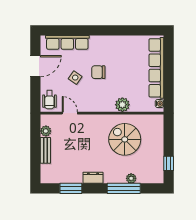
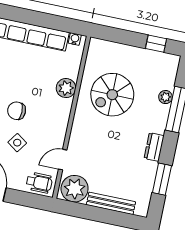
chair: (98, 72) -> (17, 111), turned 90
plant: (46, 131) -> (75, 189), width x1.88, depth x1.88
bench: (45, 150) -> (111, 203), width x1.36

